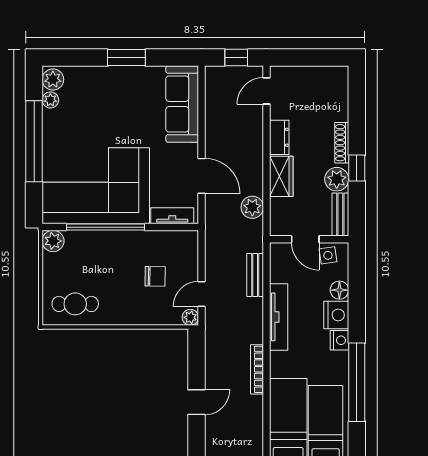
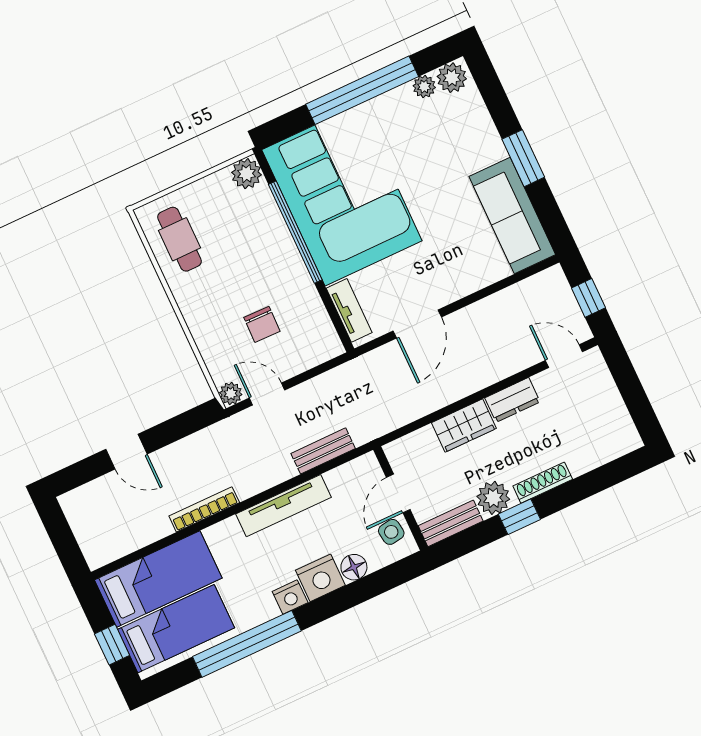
sofa: (182, 104) -> (512, 216), moved, turned -90
plant: (252, 207) -> (407, 407), removed

